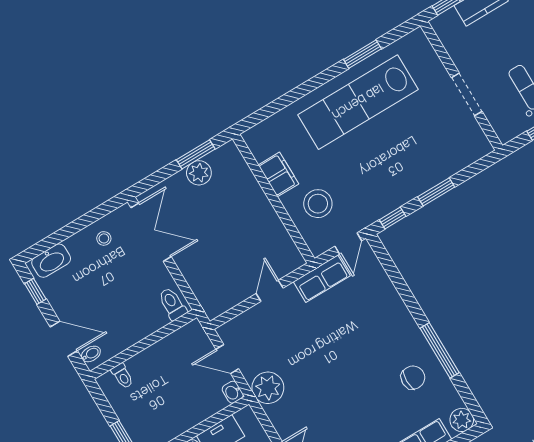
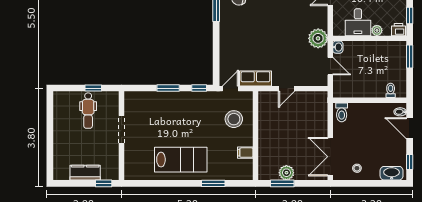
window: (362, 54) -> (213, 183), moved
lab bench: (358, 102) -> (181, 160), width x0.73
filing cabinet: (278, 174) -> (245, 153), width x0.50

